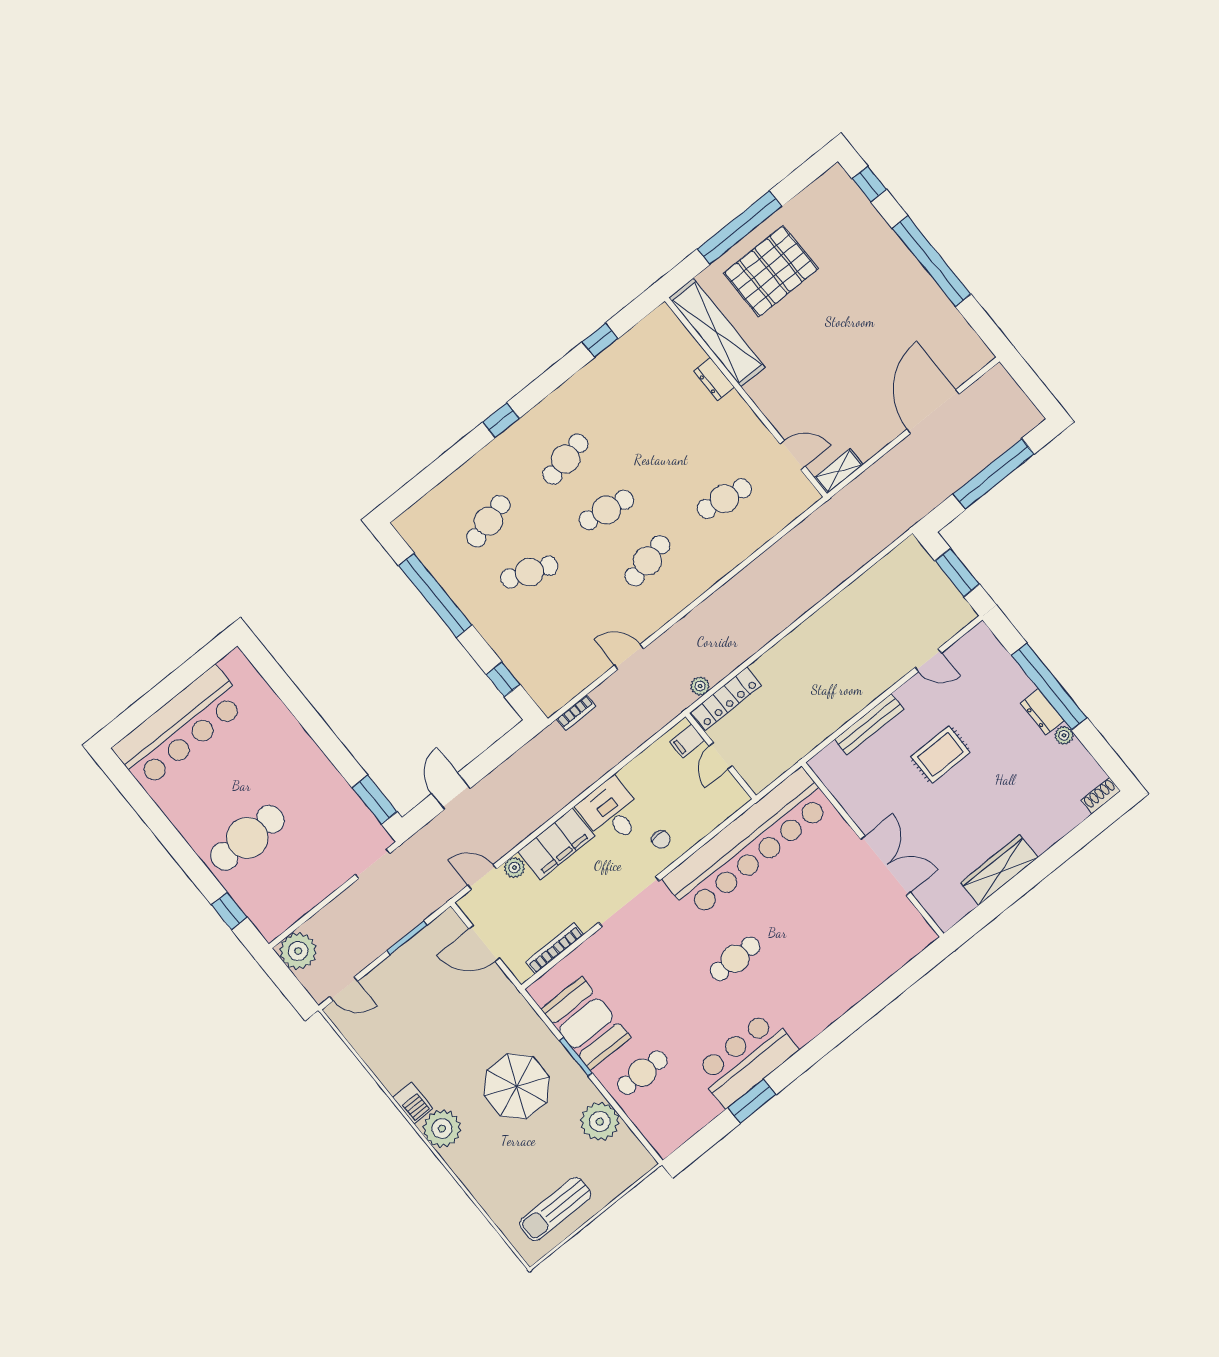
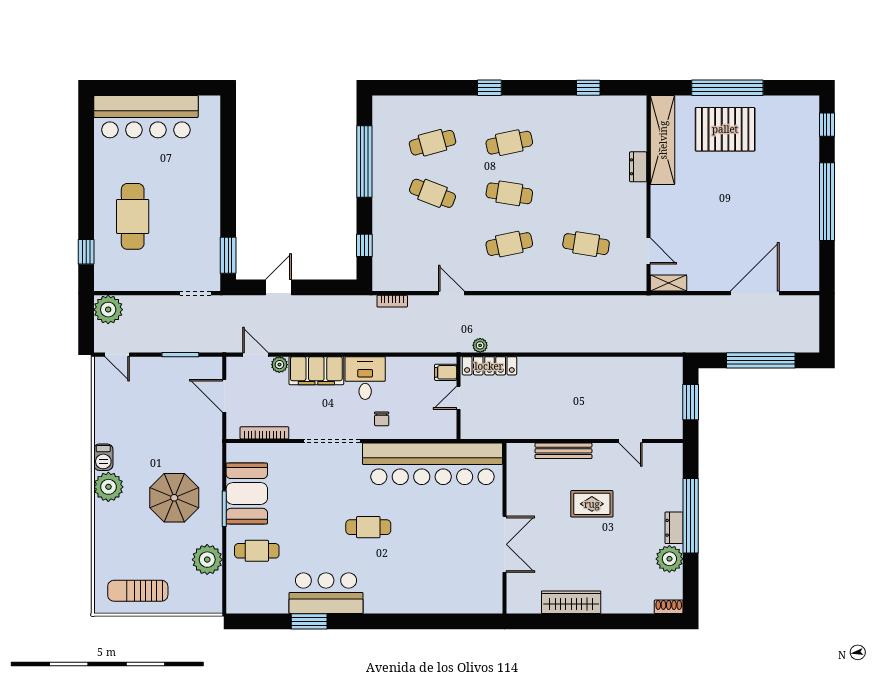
plant: (1064, 735) -> (669, 559), width x1.87, depth x1.87
cafe table: (247, 838) -> (133, 216), turned 90

